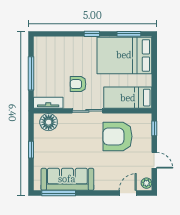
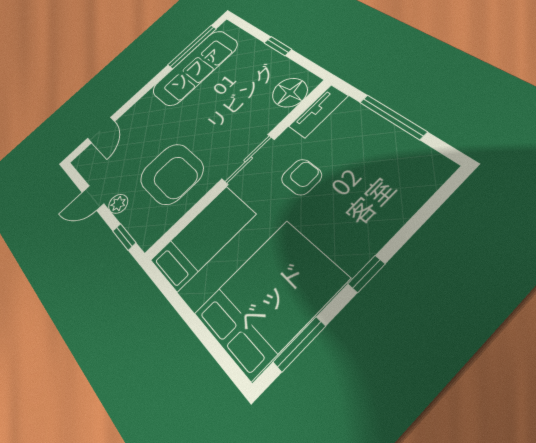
armchair: (117, 136) -> (172, 174), turned 90
plant: (146, 183) -> (118, 204), moved

